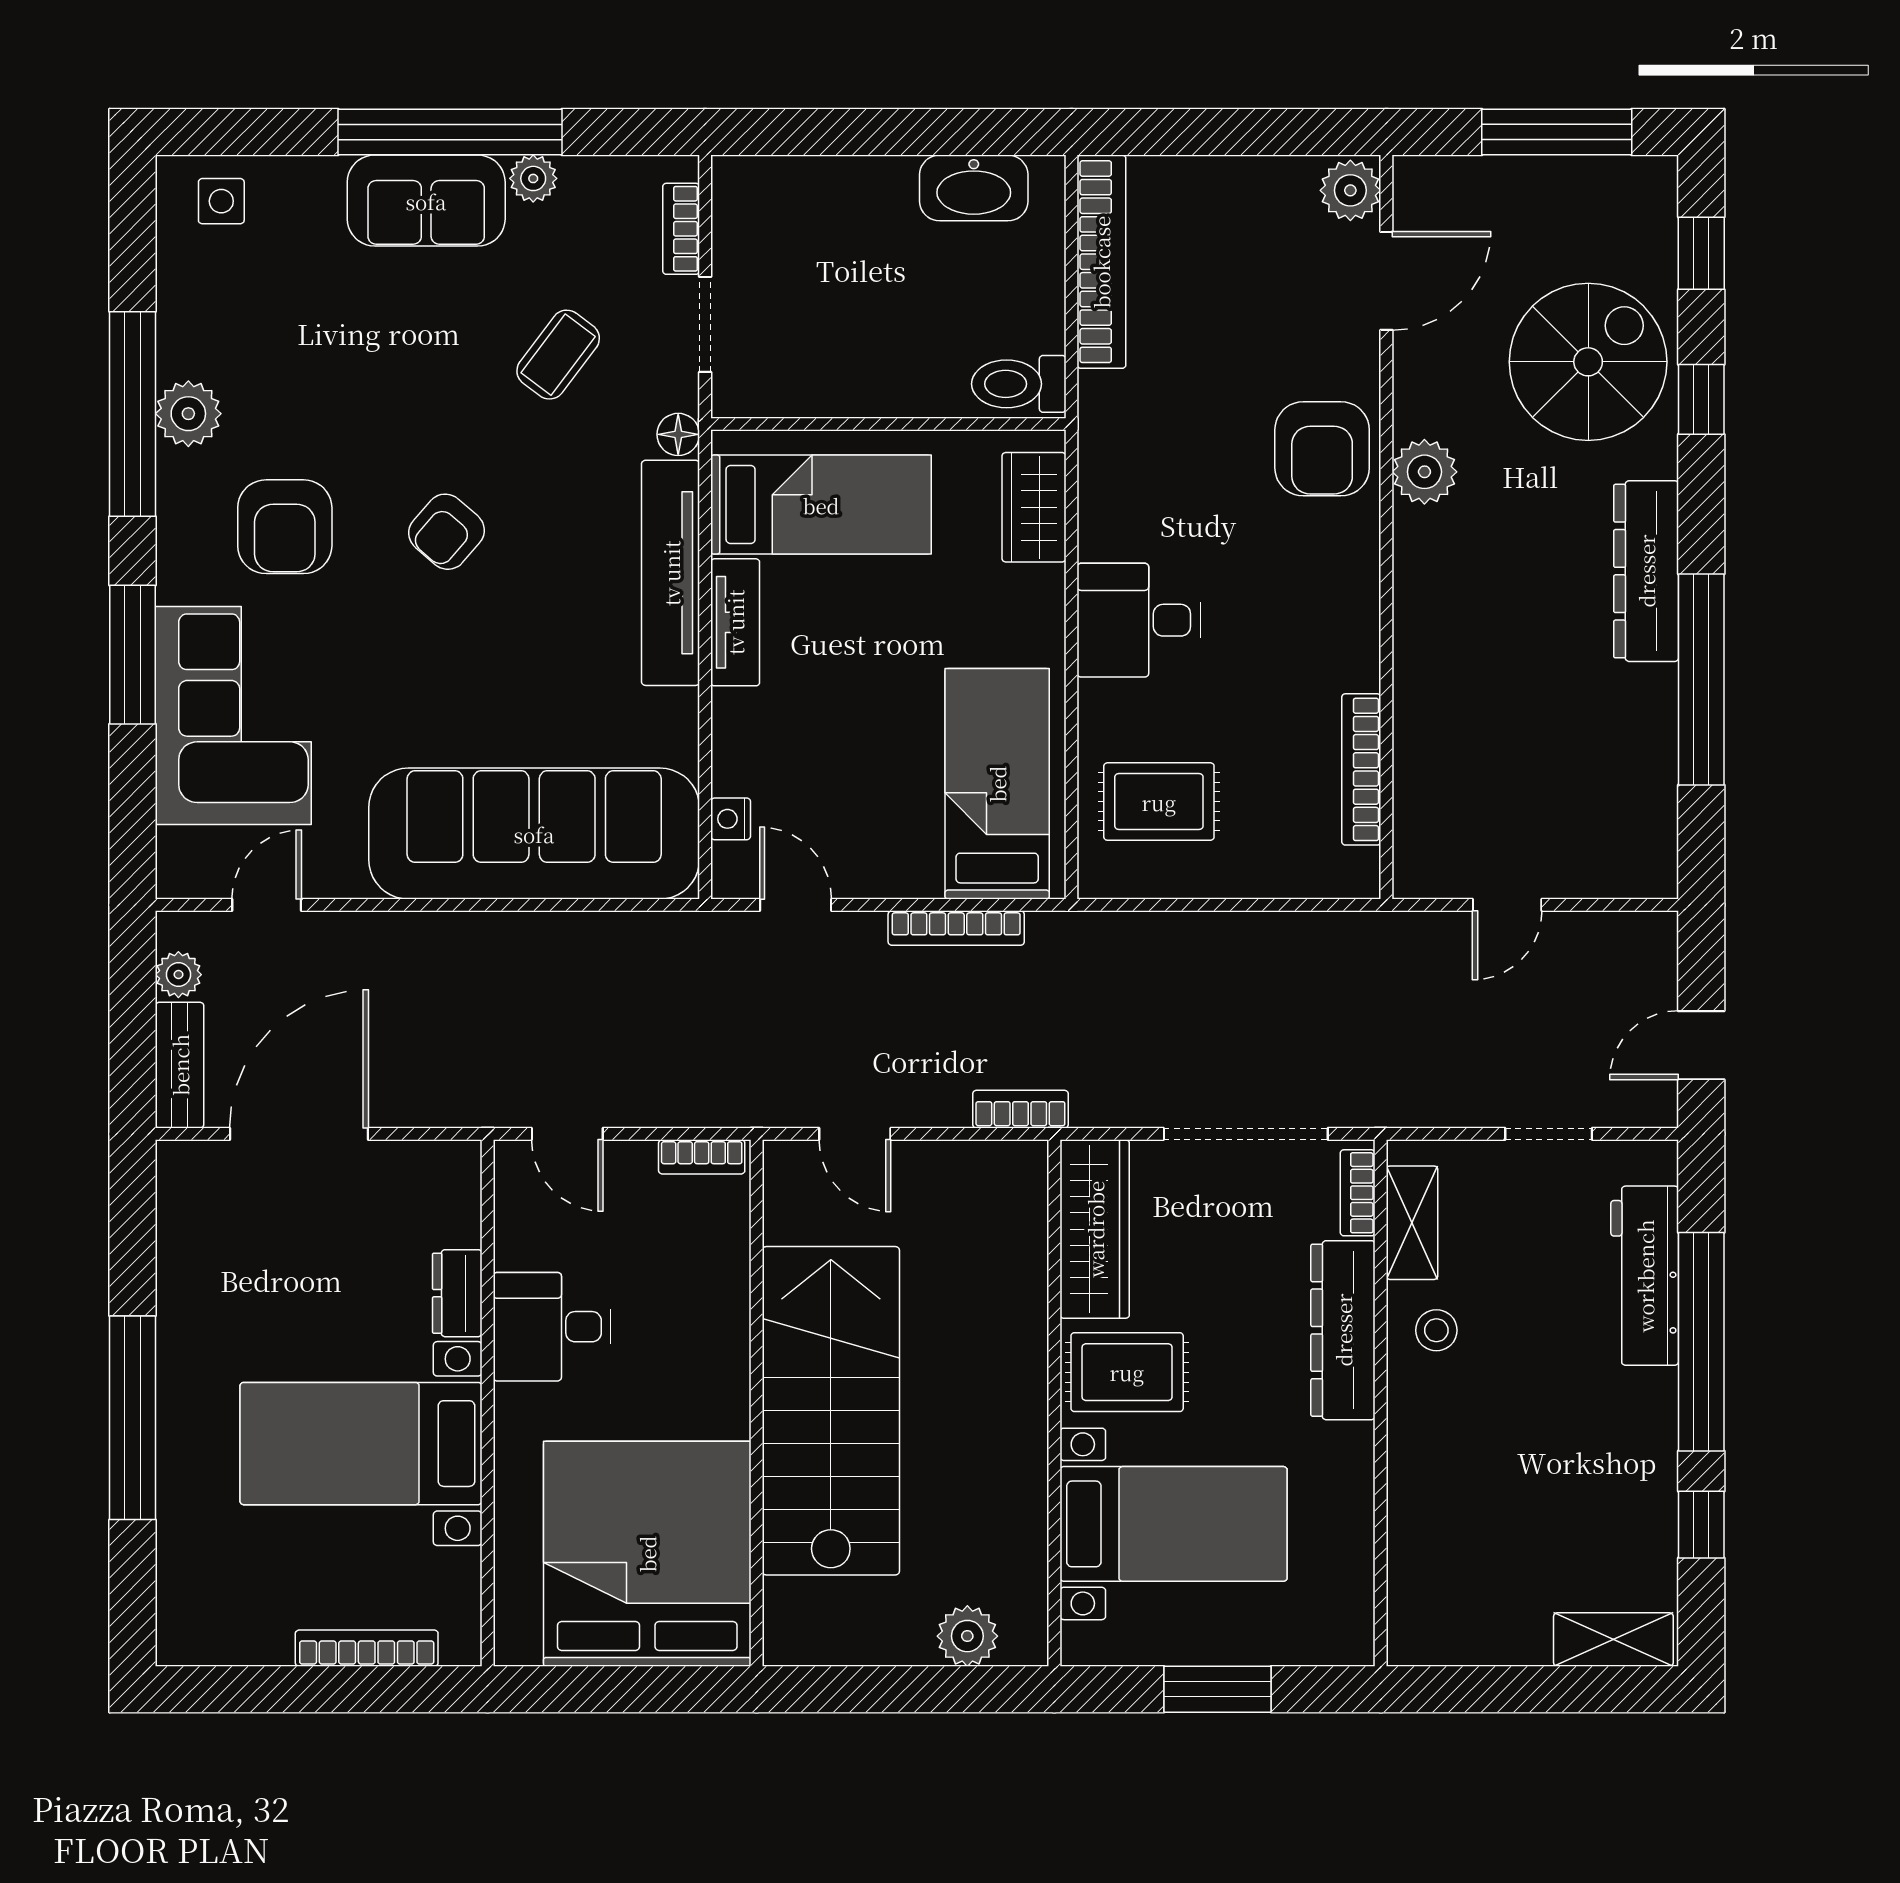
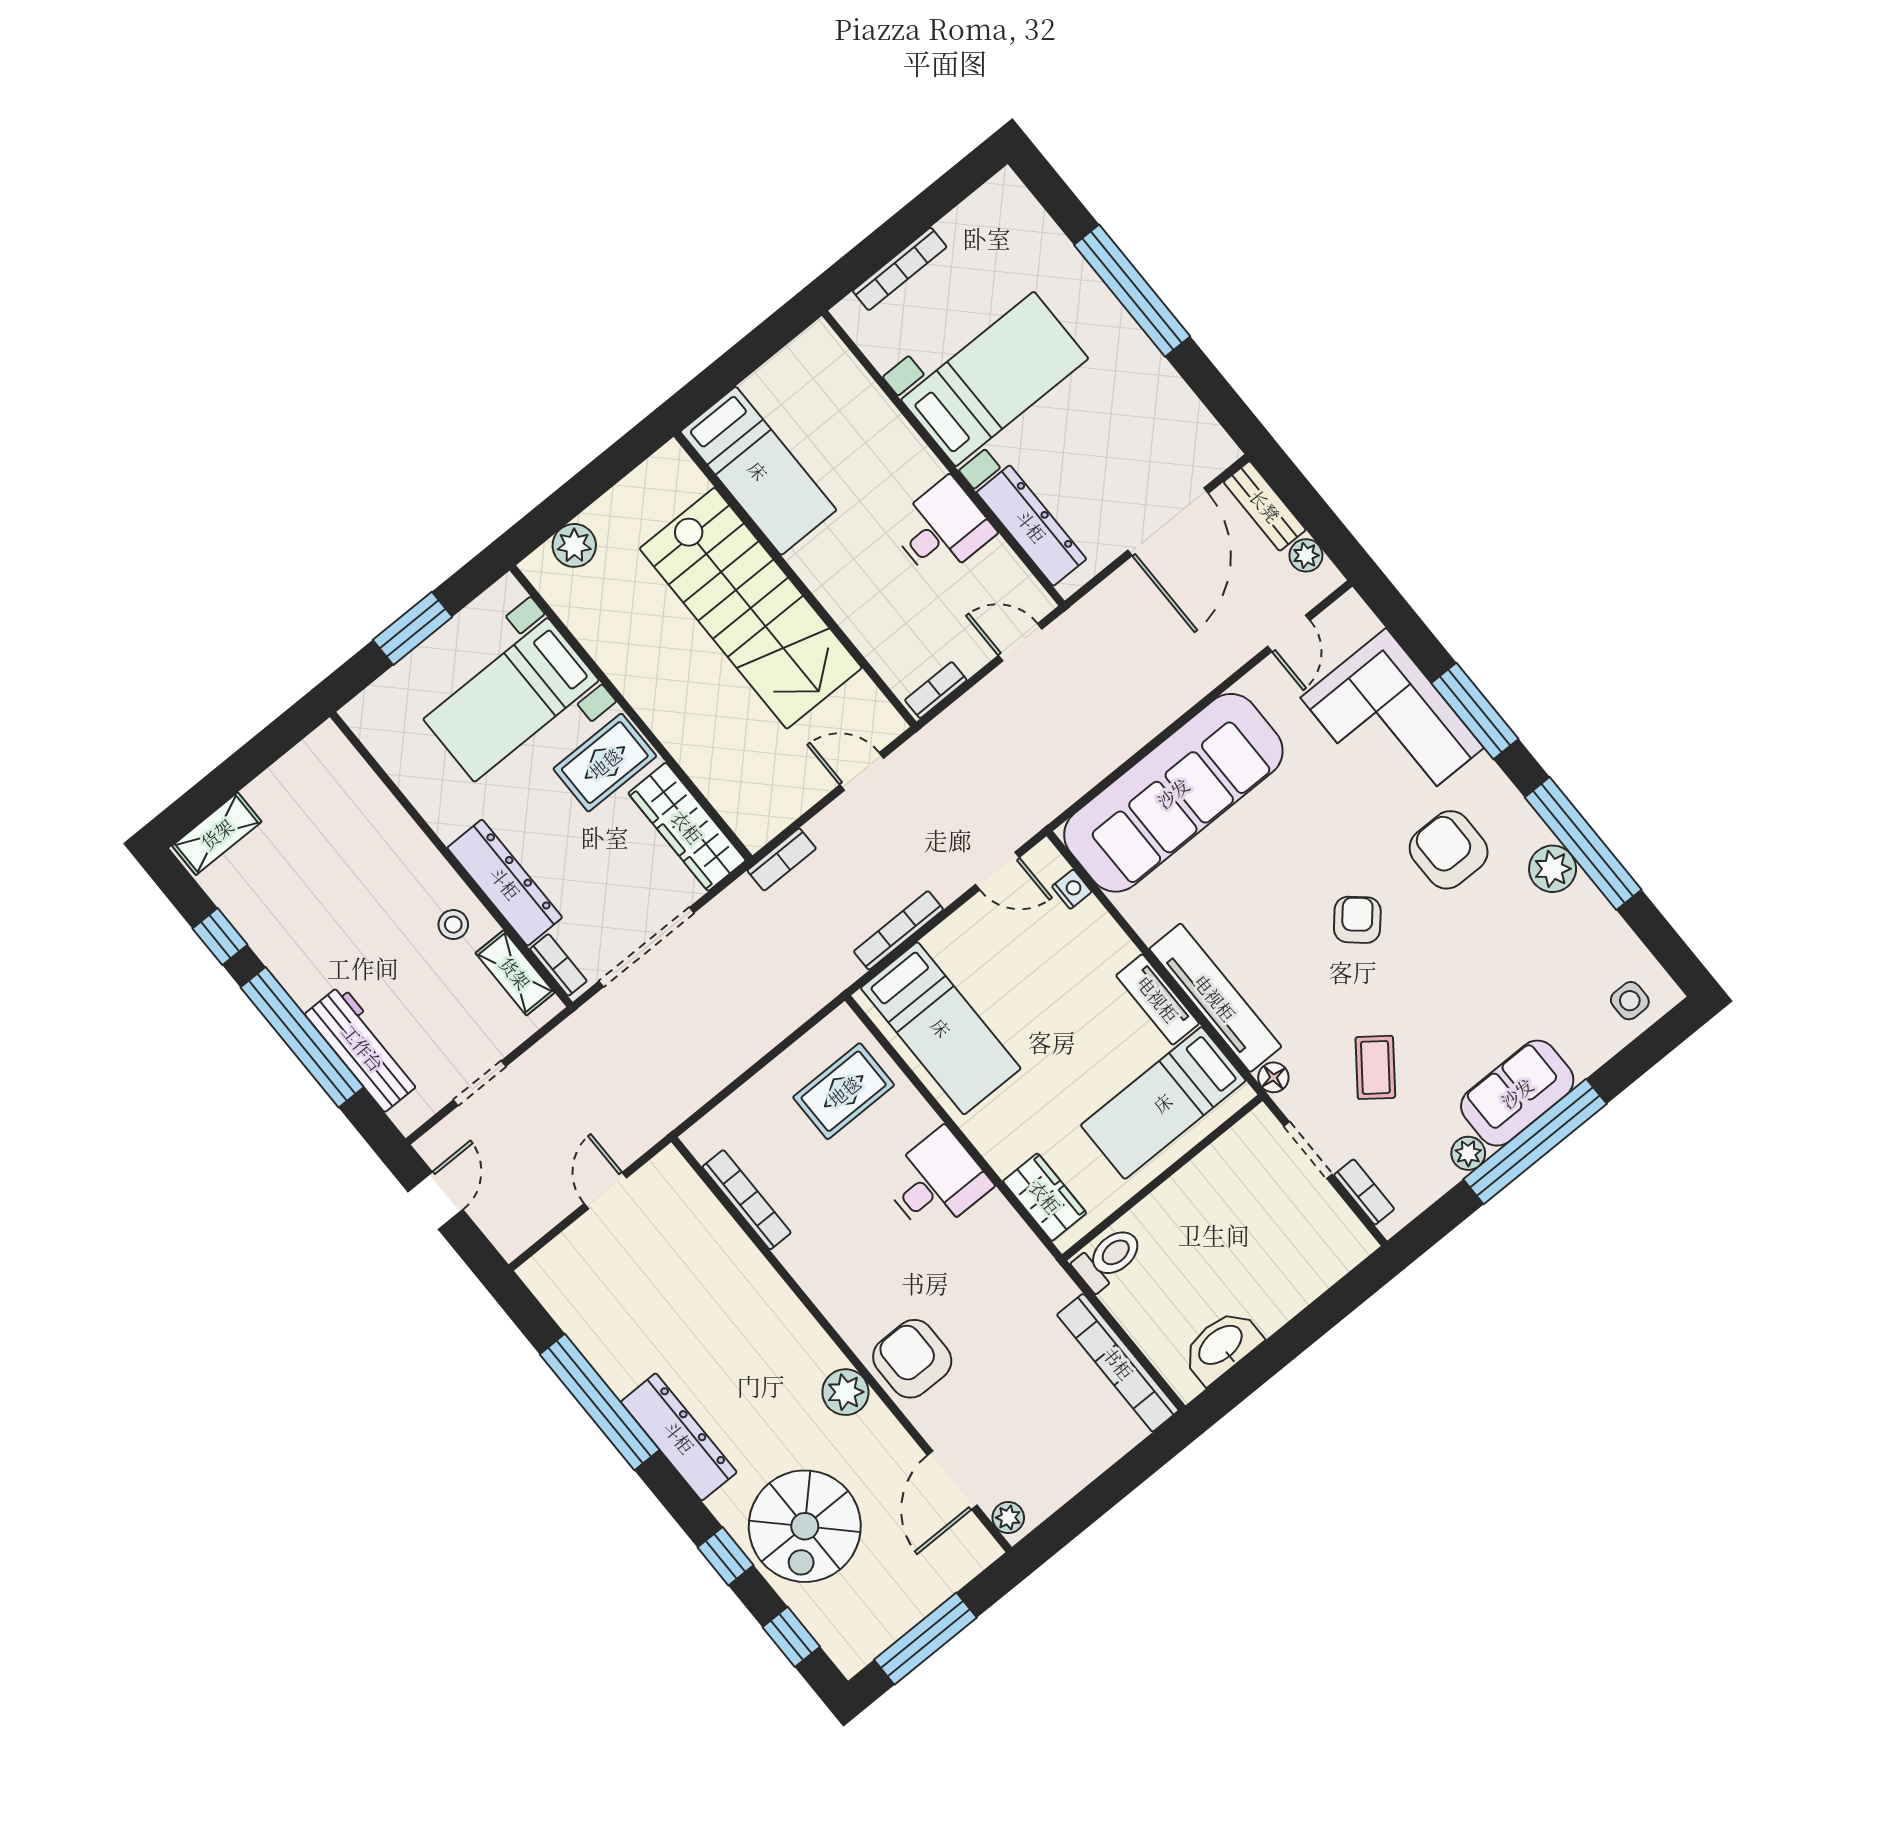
plant: (1350, 190) -> (1008, 1518), width x0.73, depth x0.73
dresser: (457, 1293) -> (1031, 526), width x1.96, depth x1.24
bed: (647, 1554) -> (758, 471), width x0.49

